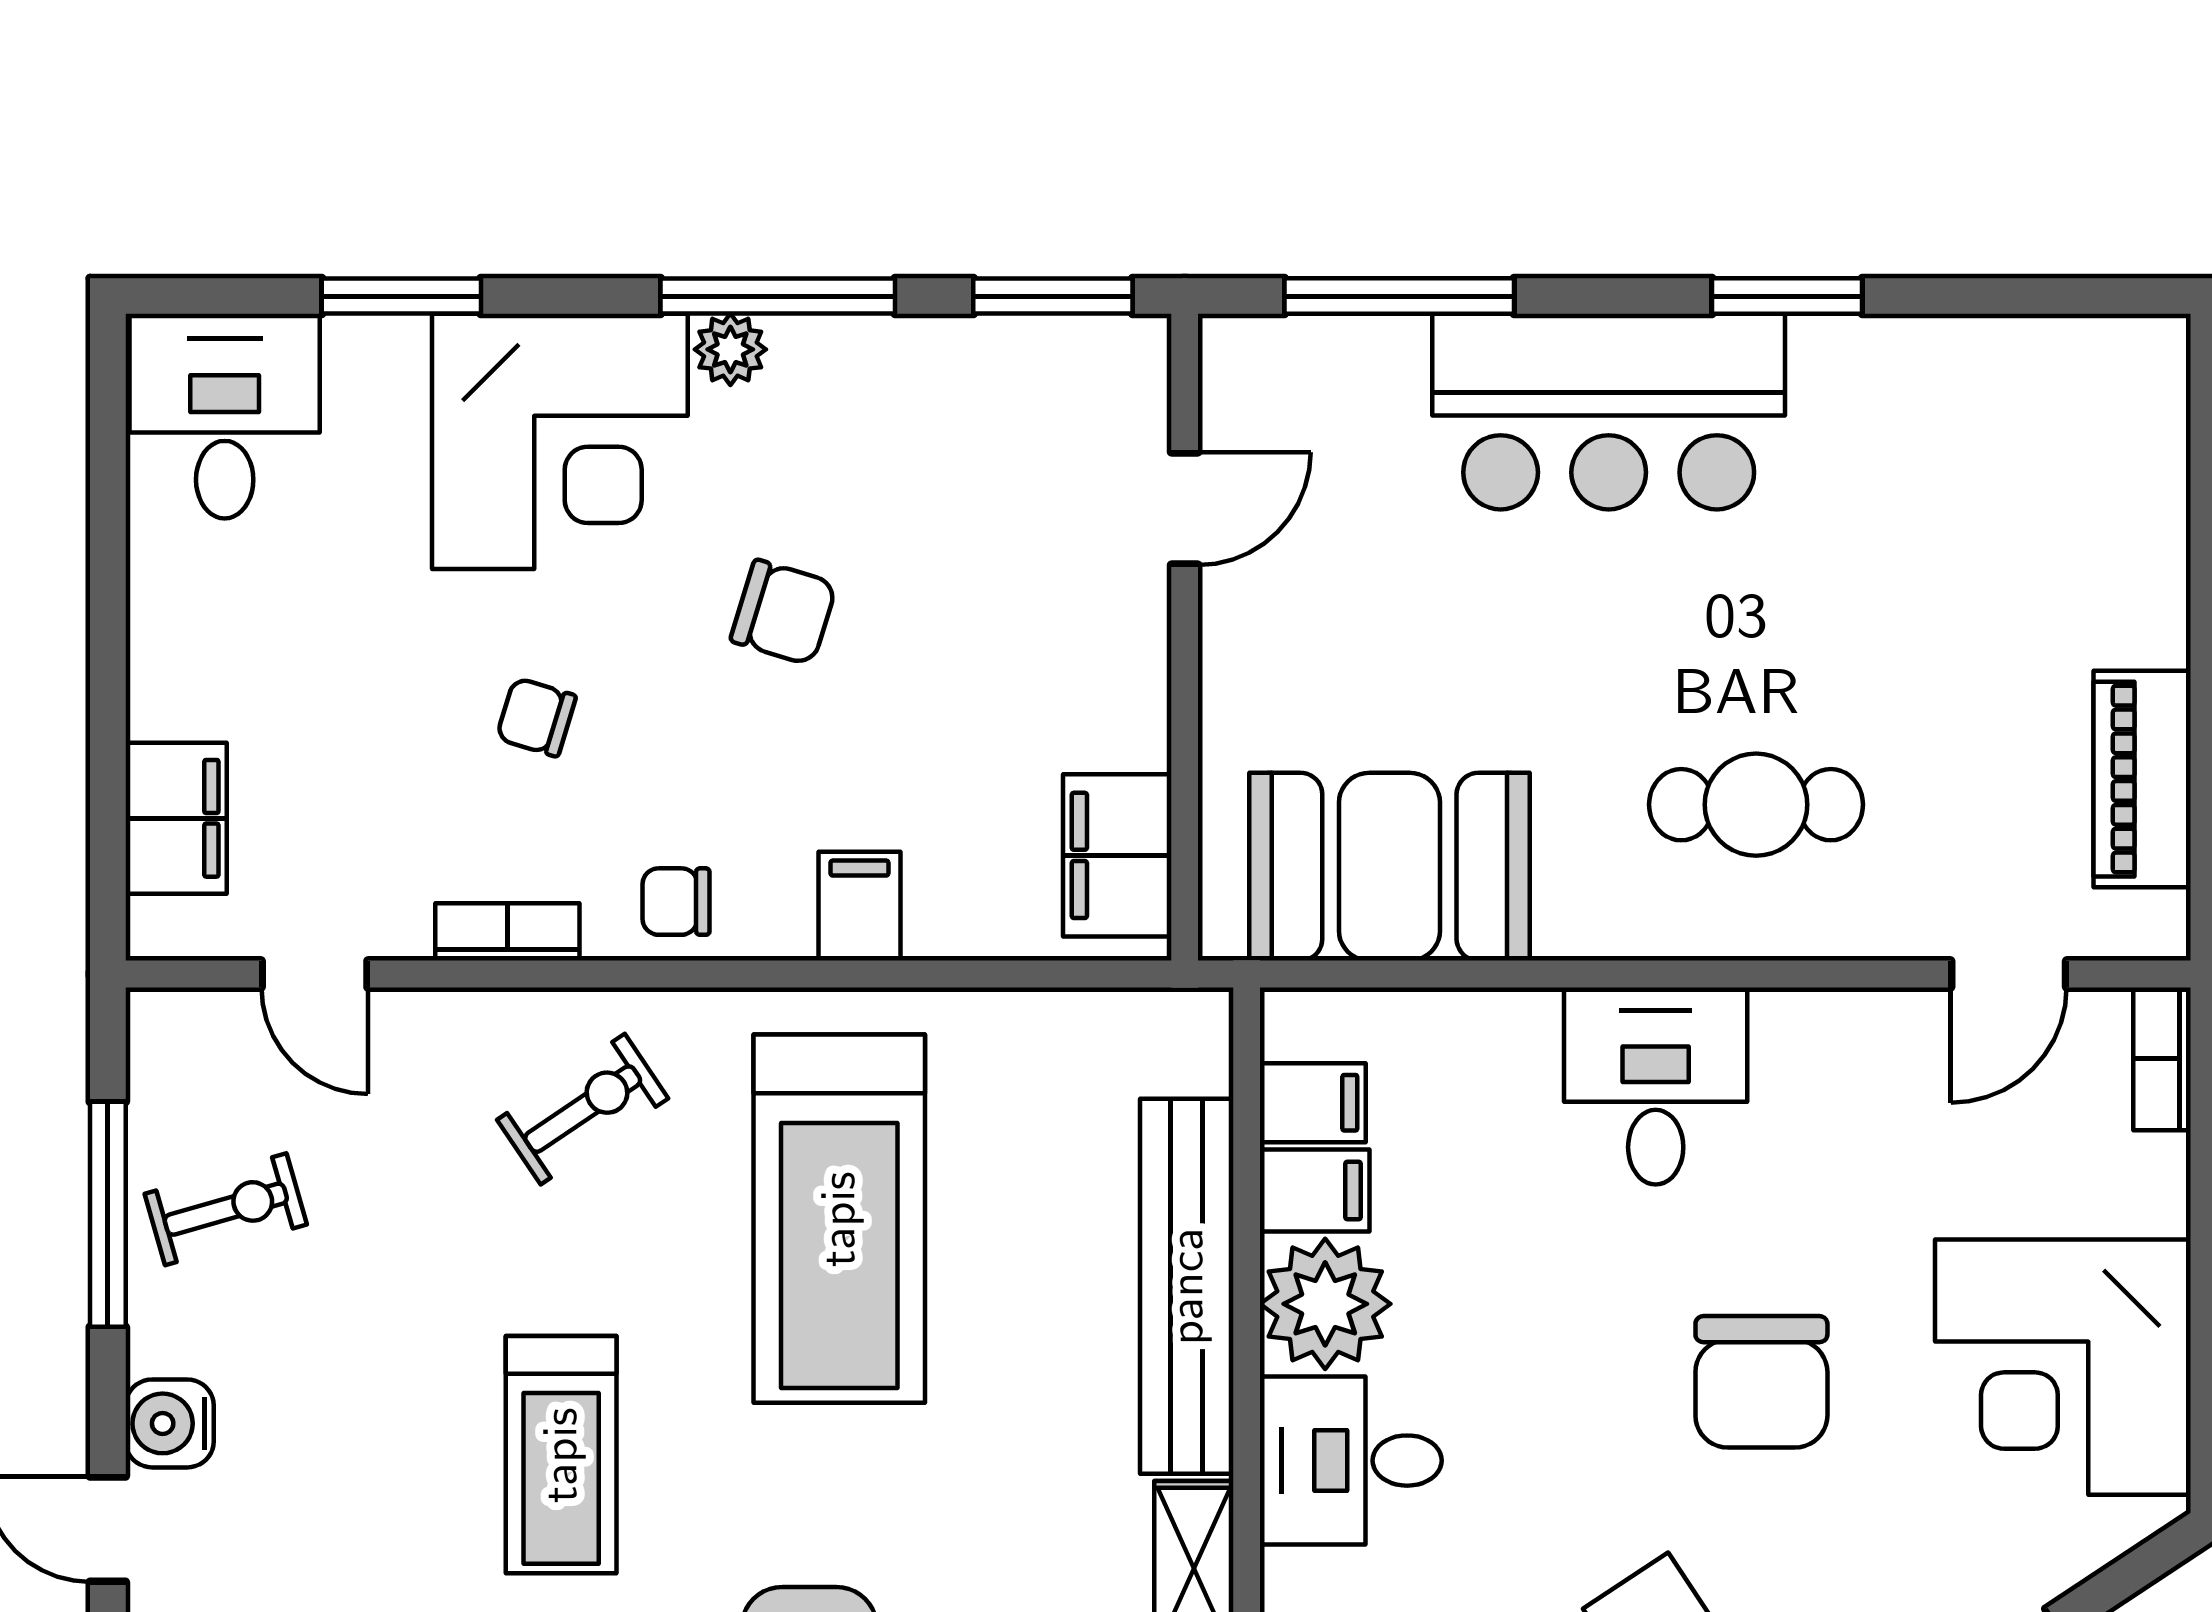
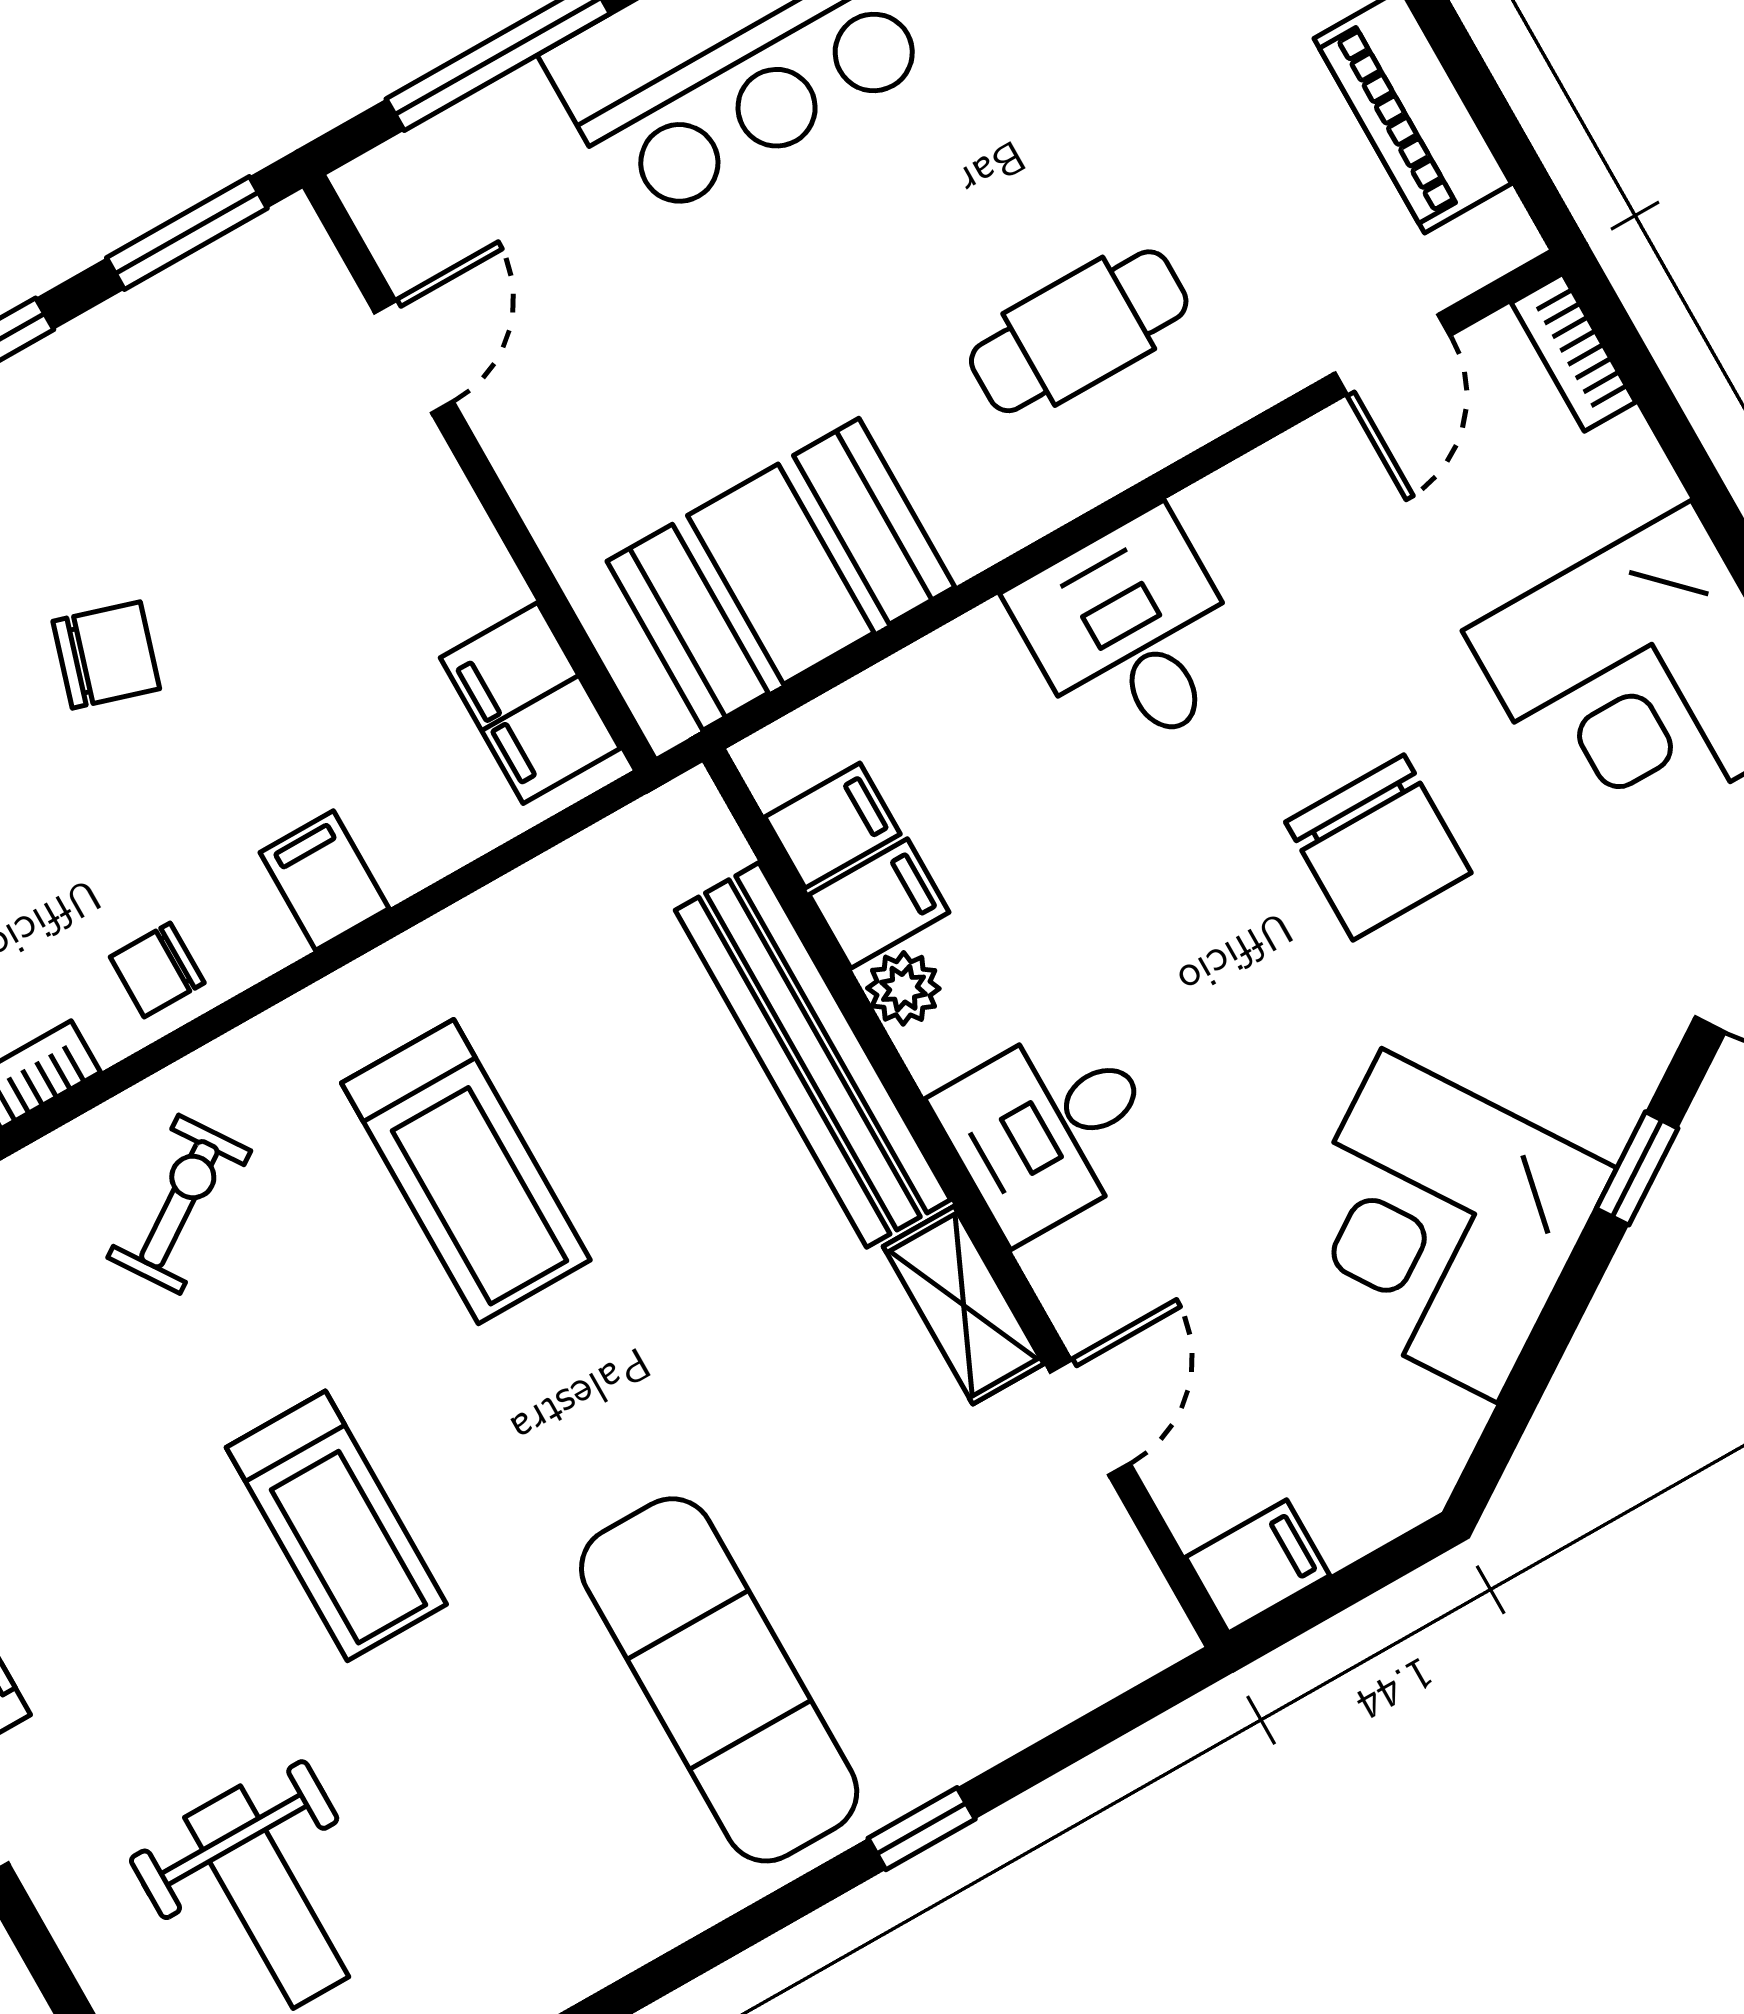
treadmill: (839, 1219) -> (466, 1172), width x0.73, depth x0.73
plant: (1325, 1304) -> (903, 988), width x0.53, depth x0.53

